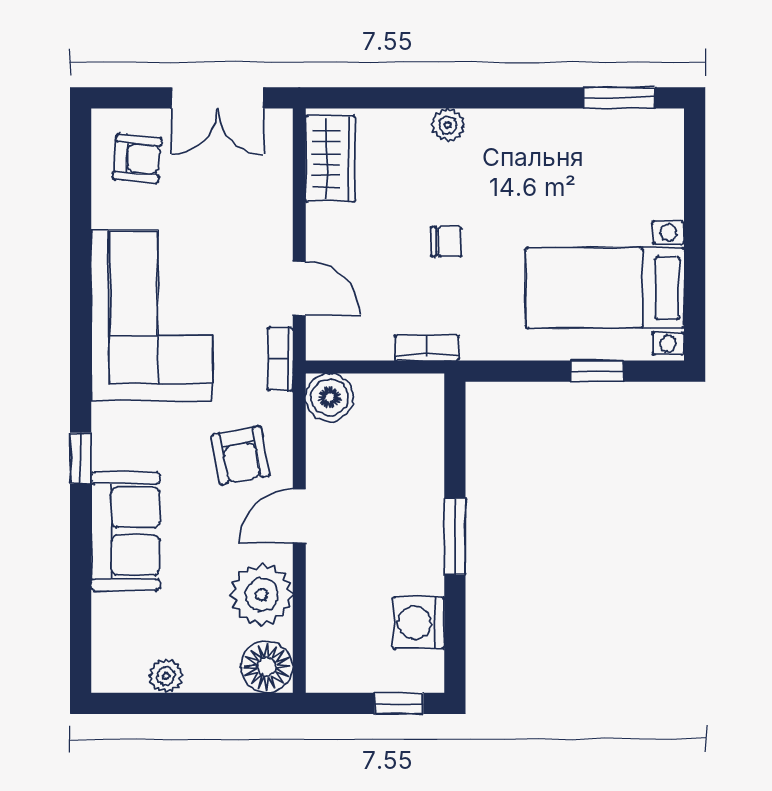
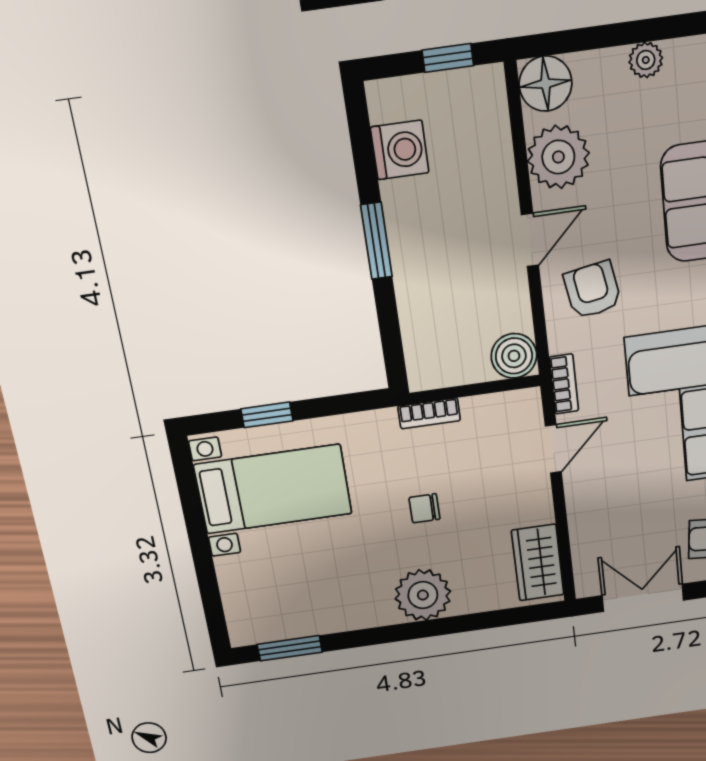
plant: (448, 125) -> (423, 595), width x1.87, depth x1.87
door: (299, 289) -> (553, 449), swing flipped
window: (399, 703) -> (448, 58), moved

